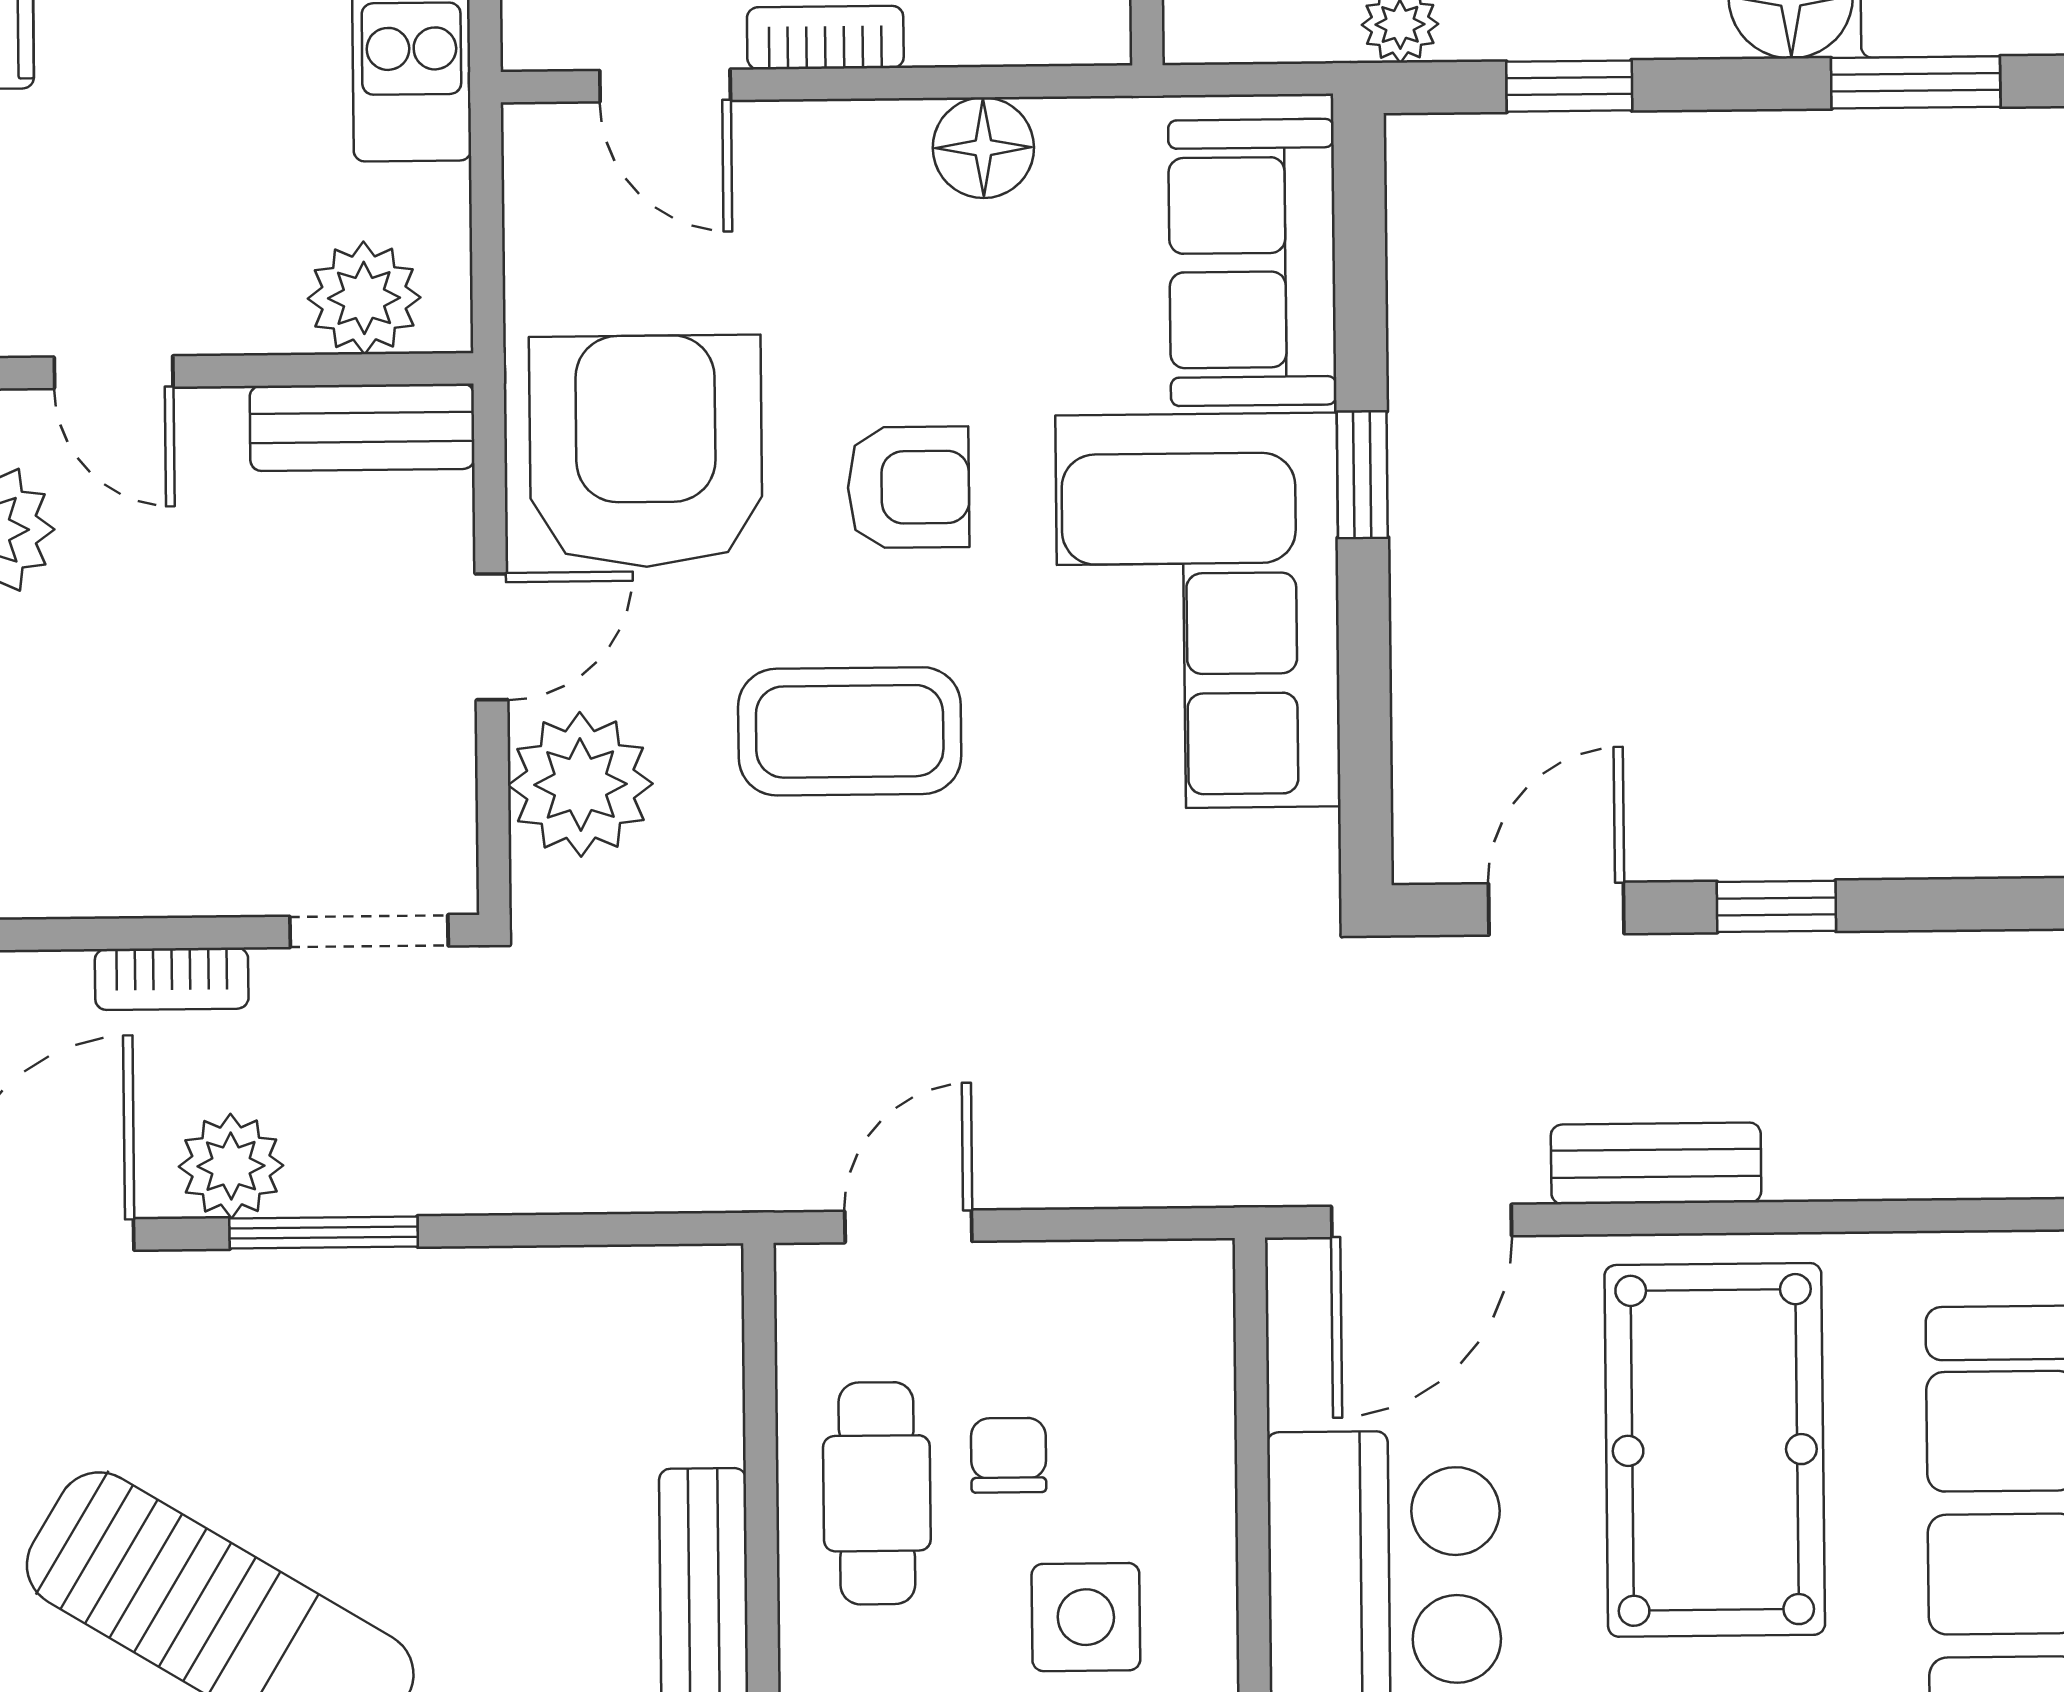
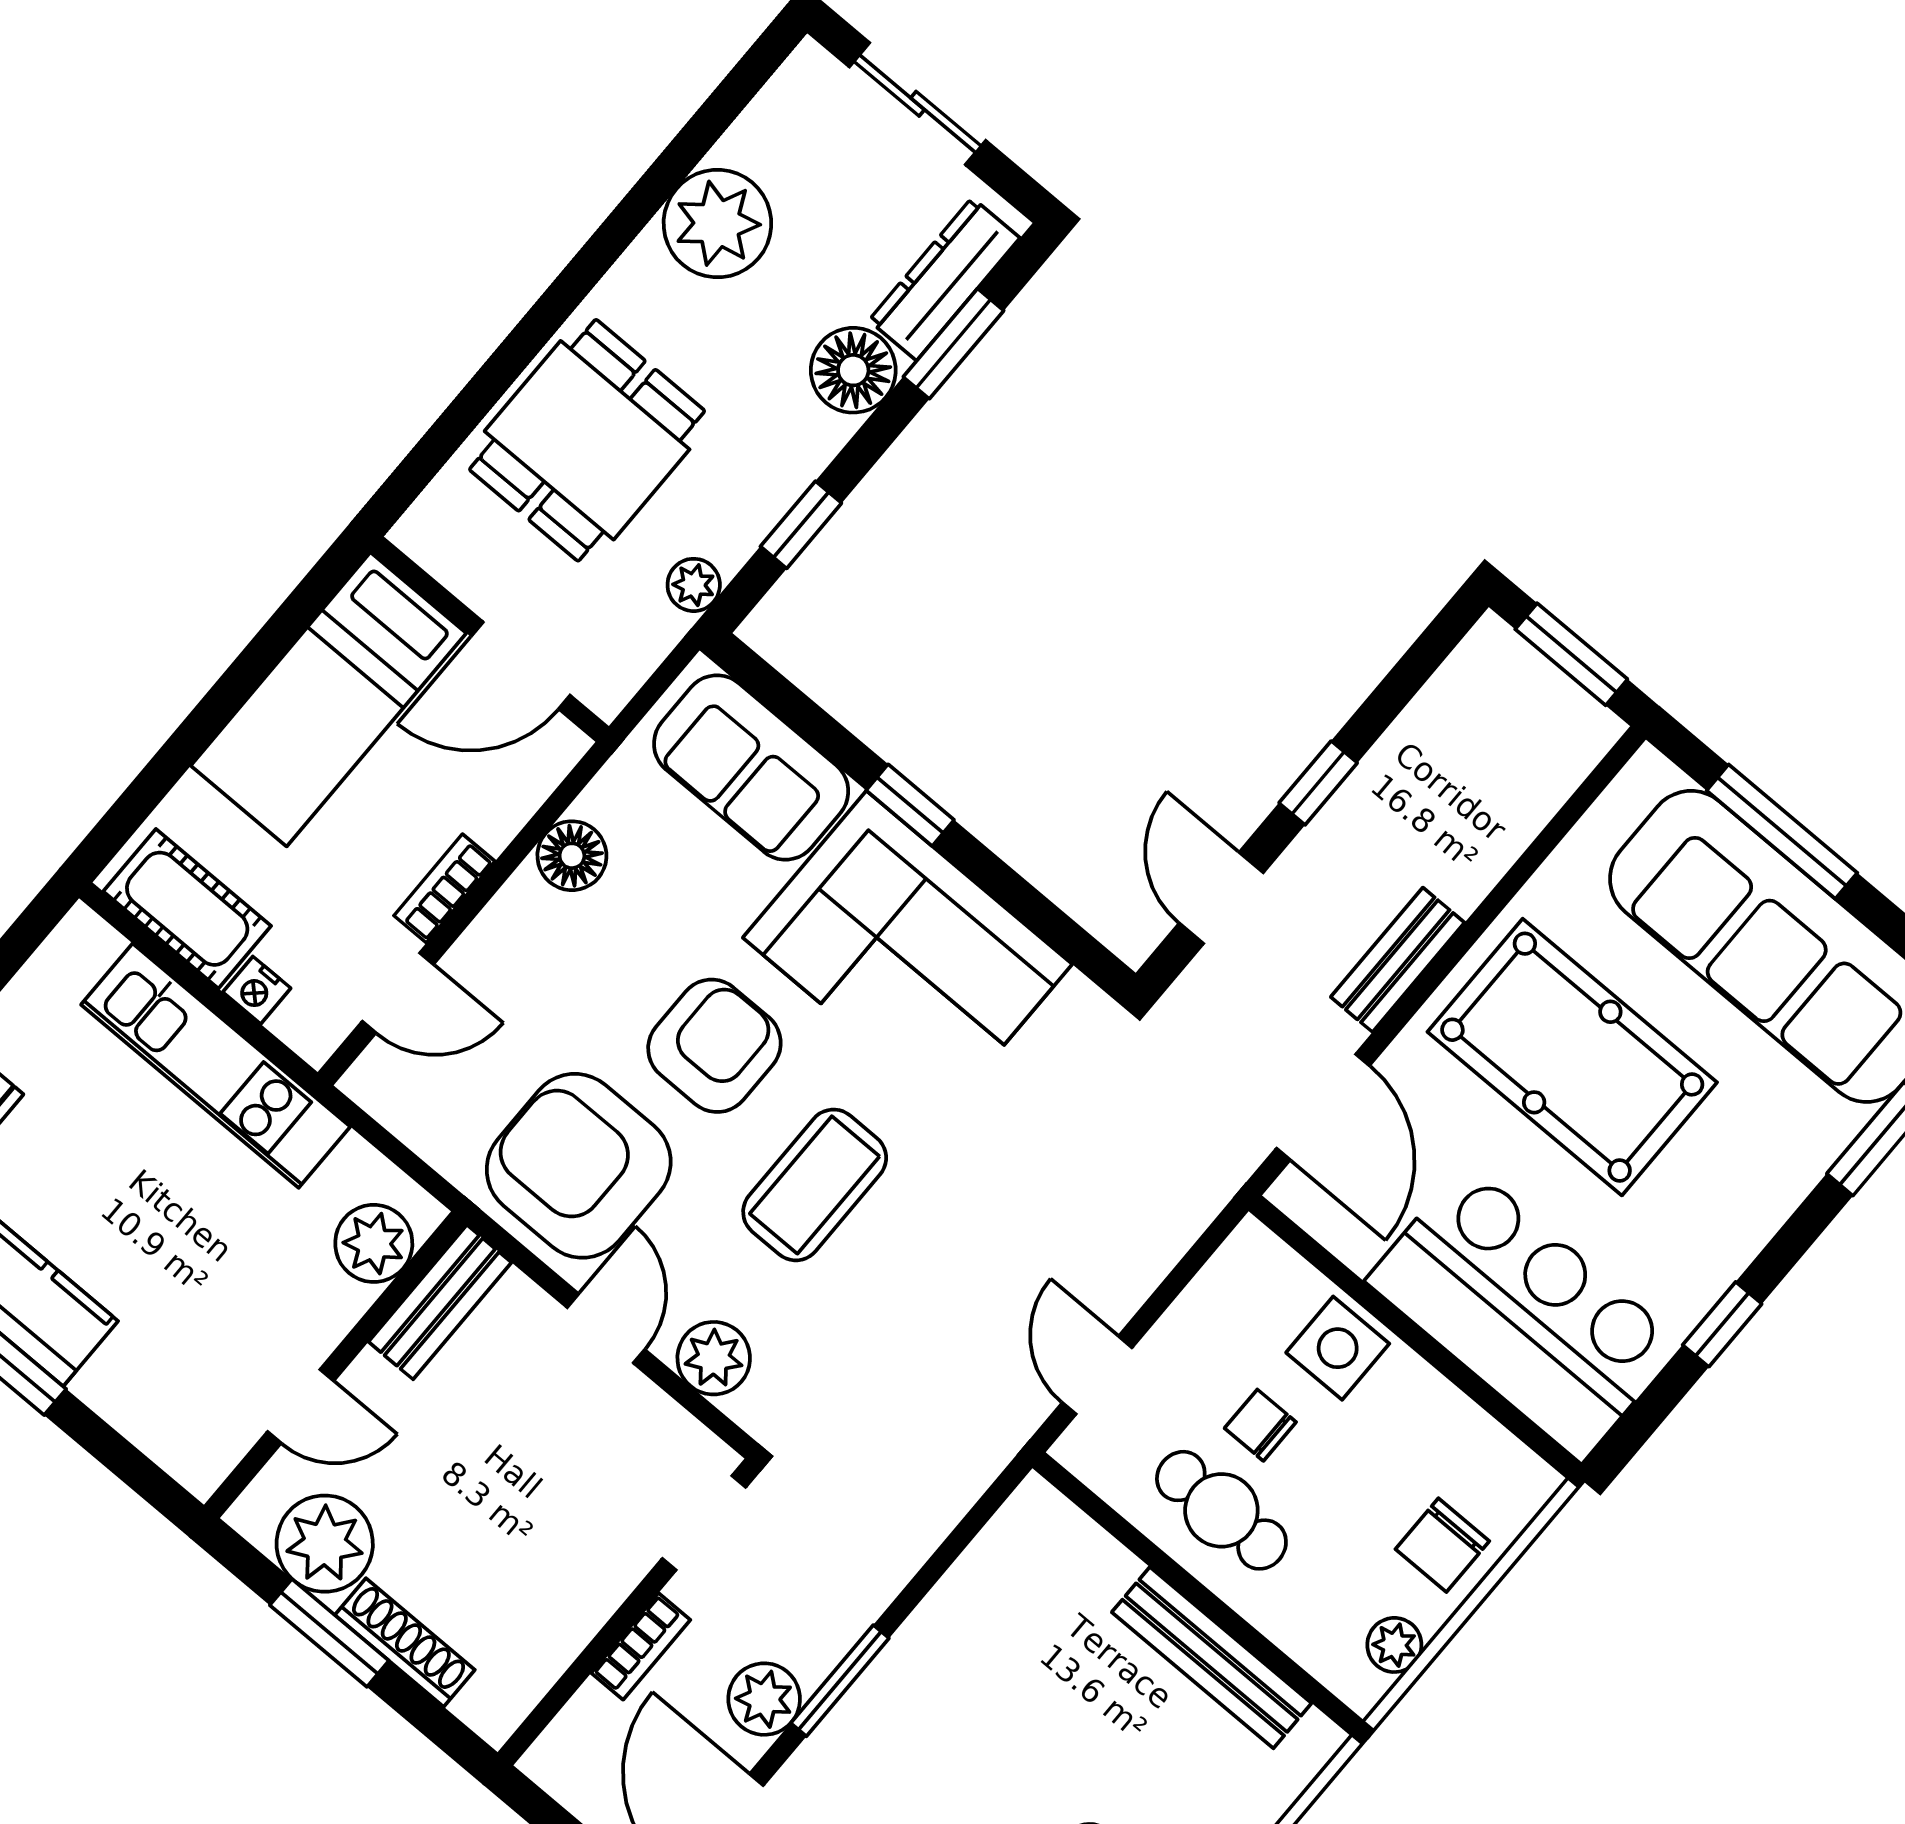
armchair: (908, 487) -> (714, 1046), width x1.38, depth x1.38
plant: (580, 784) -> (714, 1358), width x0.73, depth x0.73
side table: (1086, 1617) -> (1338, 1348), moved

